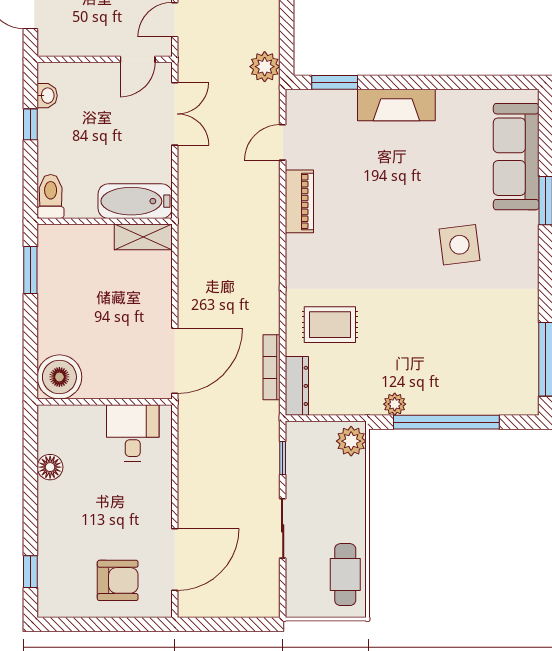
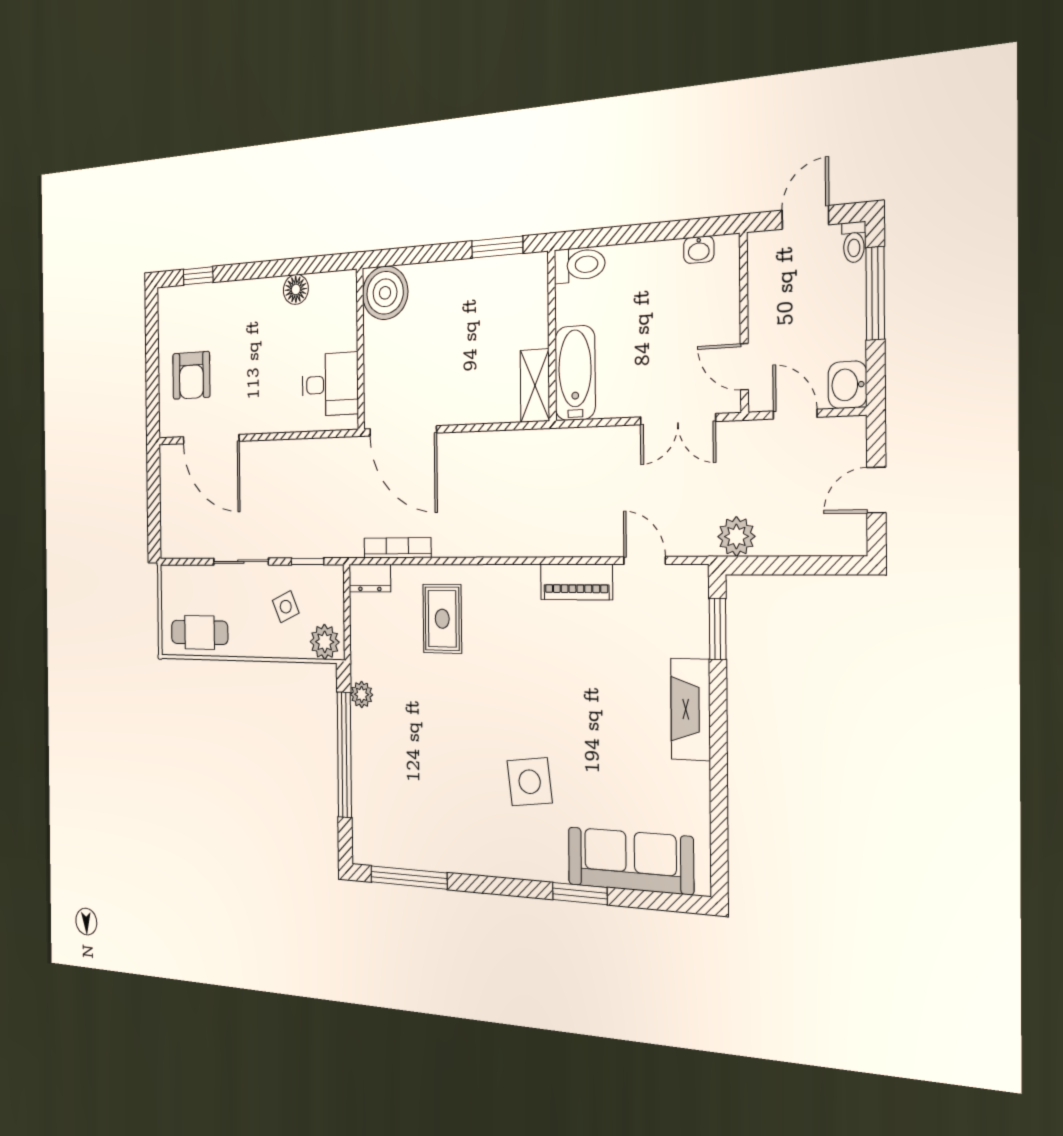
window: (30, 124) -> (664, 231), removed
dresser: (297, 386) -> (370, 578), width x0.70
side table: (322, 481) -> (286, 607), added

